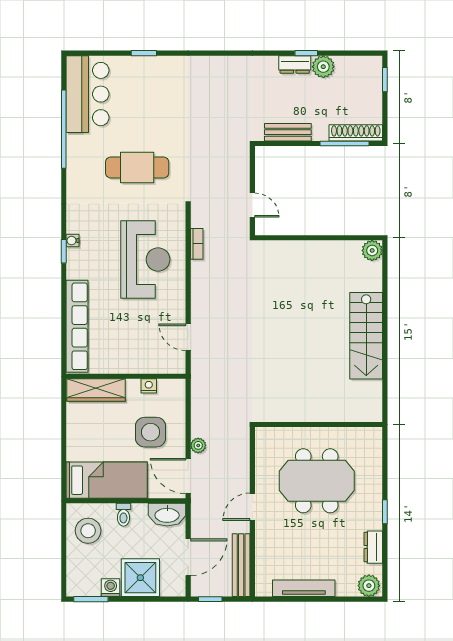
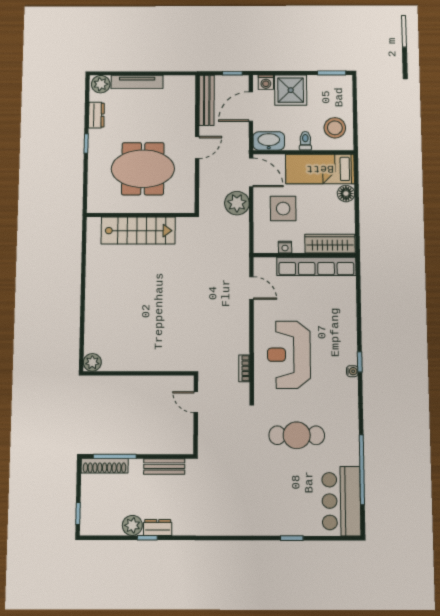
row of seats: (77, 326) -> (316, 266), moved, turned -90
stairs: (366, 336) -> (138, 231), moved, turned 90
plant: (198, 445) -> (237, 203), width x1.87, depth x1.87
floor lamp: (76, 450) -> (346, 194), added
washing machine: (111, 588) -> (266, 82), moved
tv unit: (304, 588) -> (137, 82), moved

